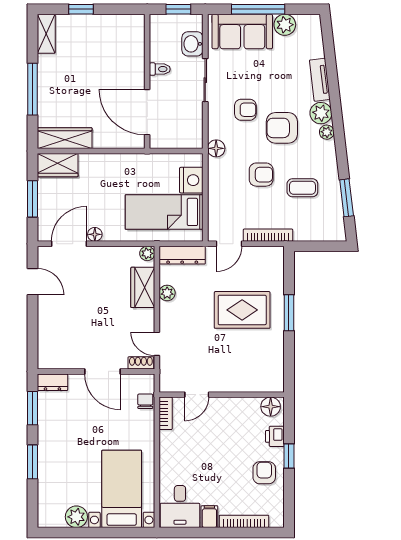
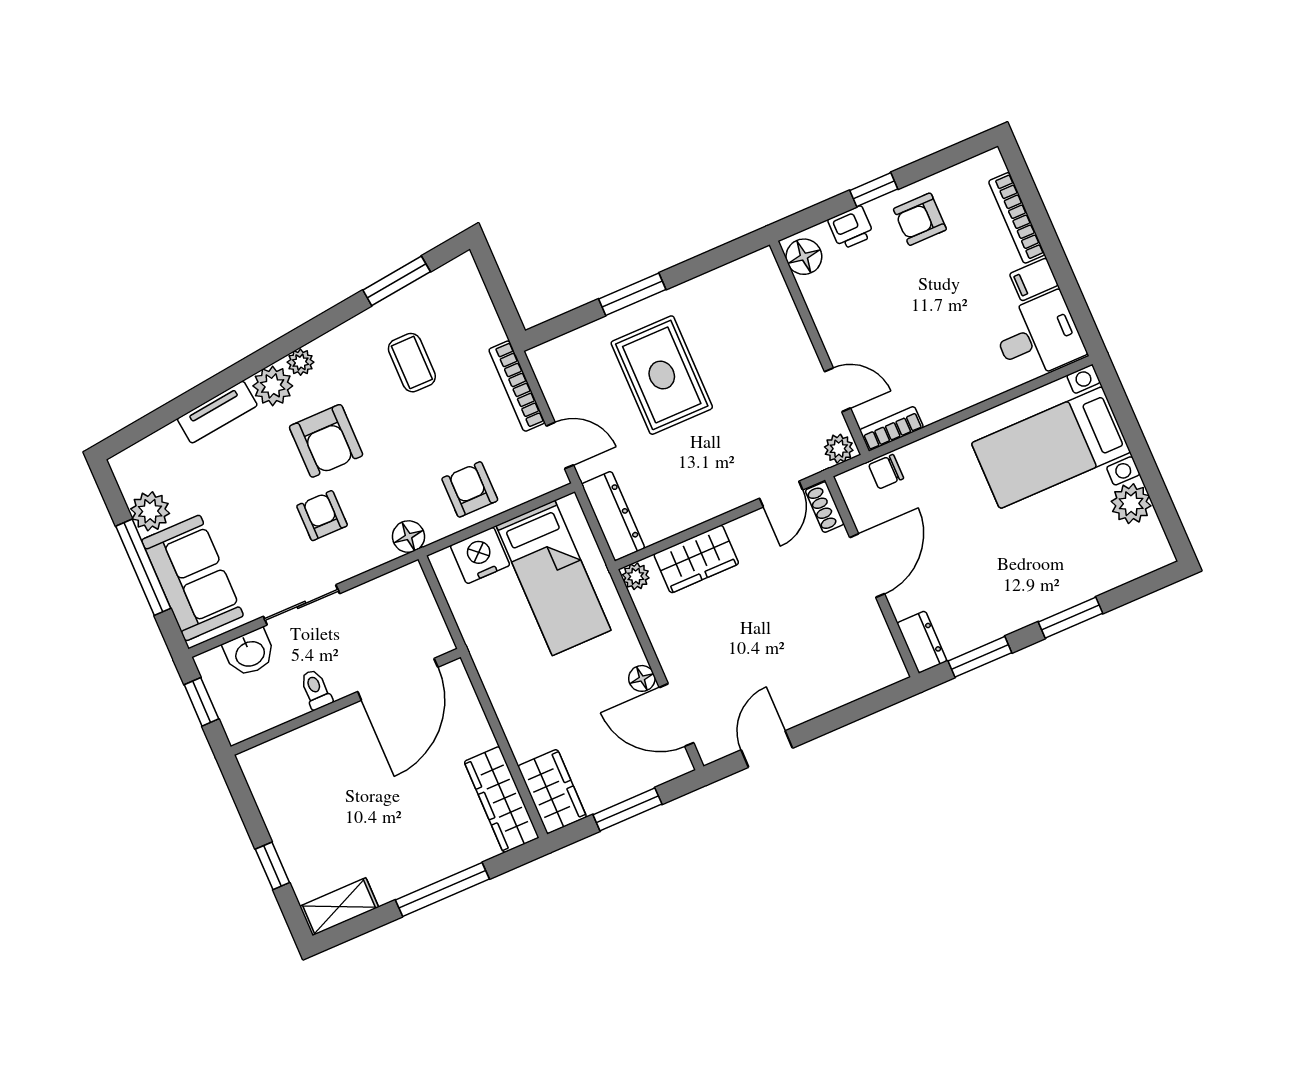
armchair: (261, 175) -> (470, 489), moved
plant: (167, 293) -> (839, 449), moved

